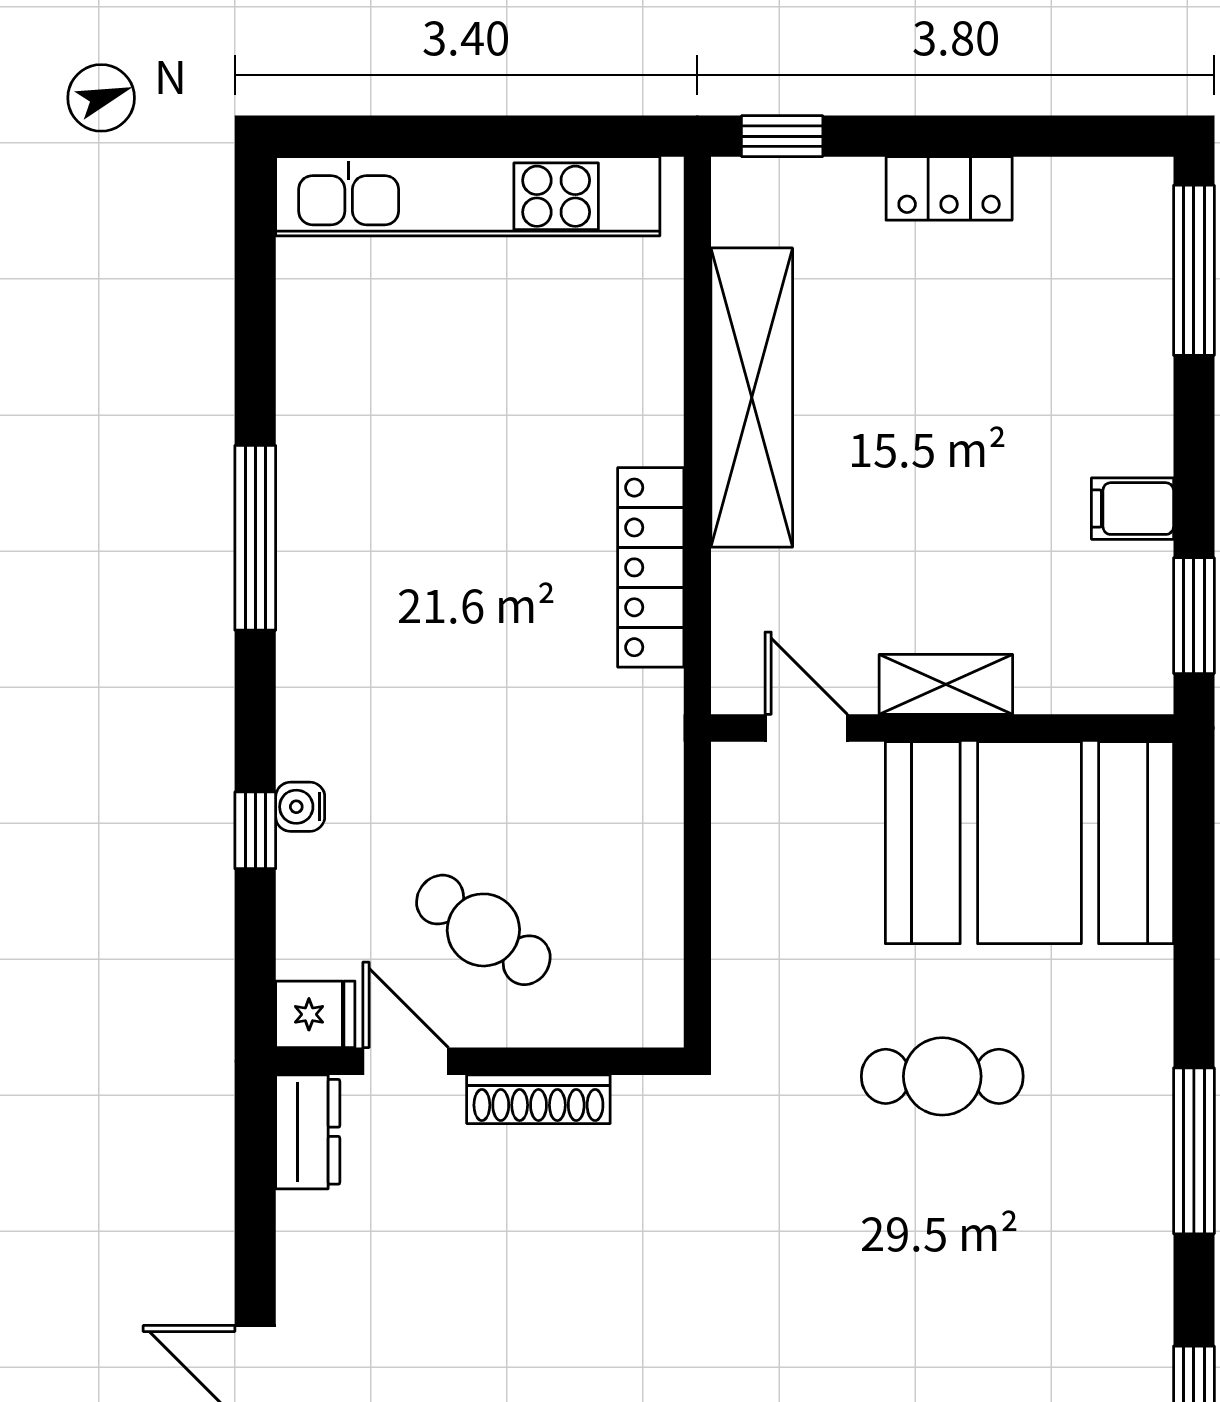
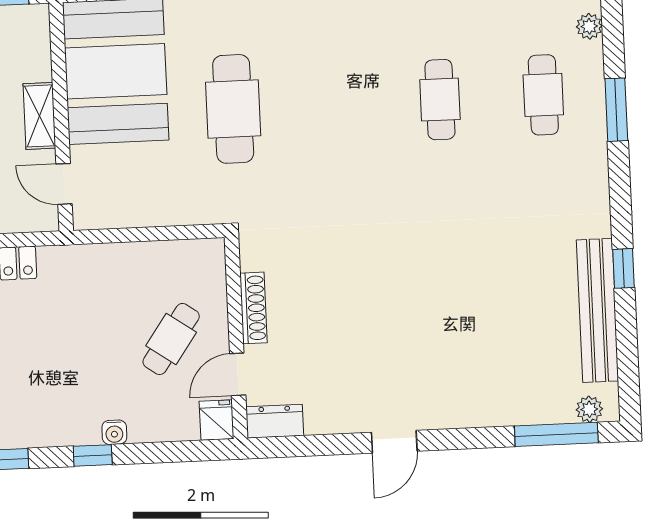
door: (806, 728) -> (64, 184), hinge flipped
window: (255, 830) -> (93, 455), moved
cafe table: (942, 1076) -> (233, 109), width x1.37, depth x1.35

